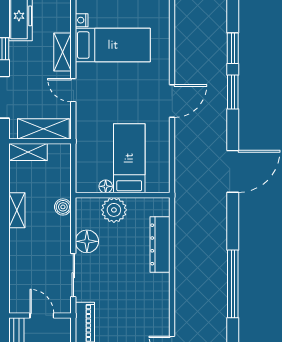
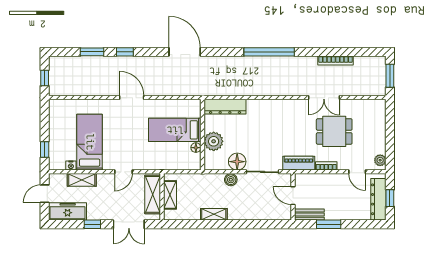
shelving: (63, 52) -> (82, 180), moved
window: (233, 92) -> (125, 52), width x0.67
shelving: (28, 152) -> (170, 195), moved
boiler: (63, 207) -> (231, 180), moved
dresser: (160, 244) -> (225, 107), moved
door: (42, 315) -> (293, 196), hinge flipped

